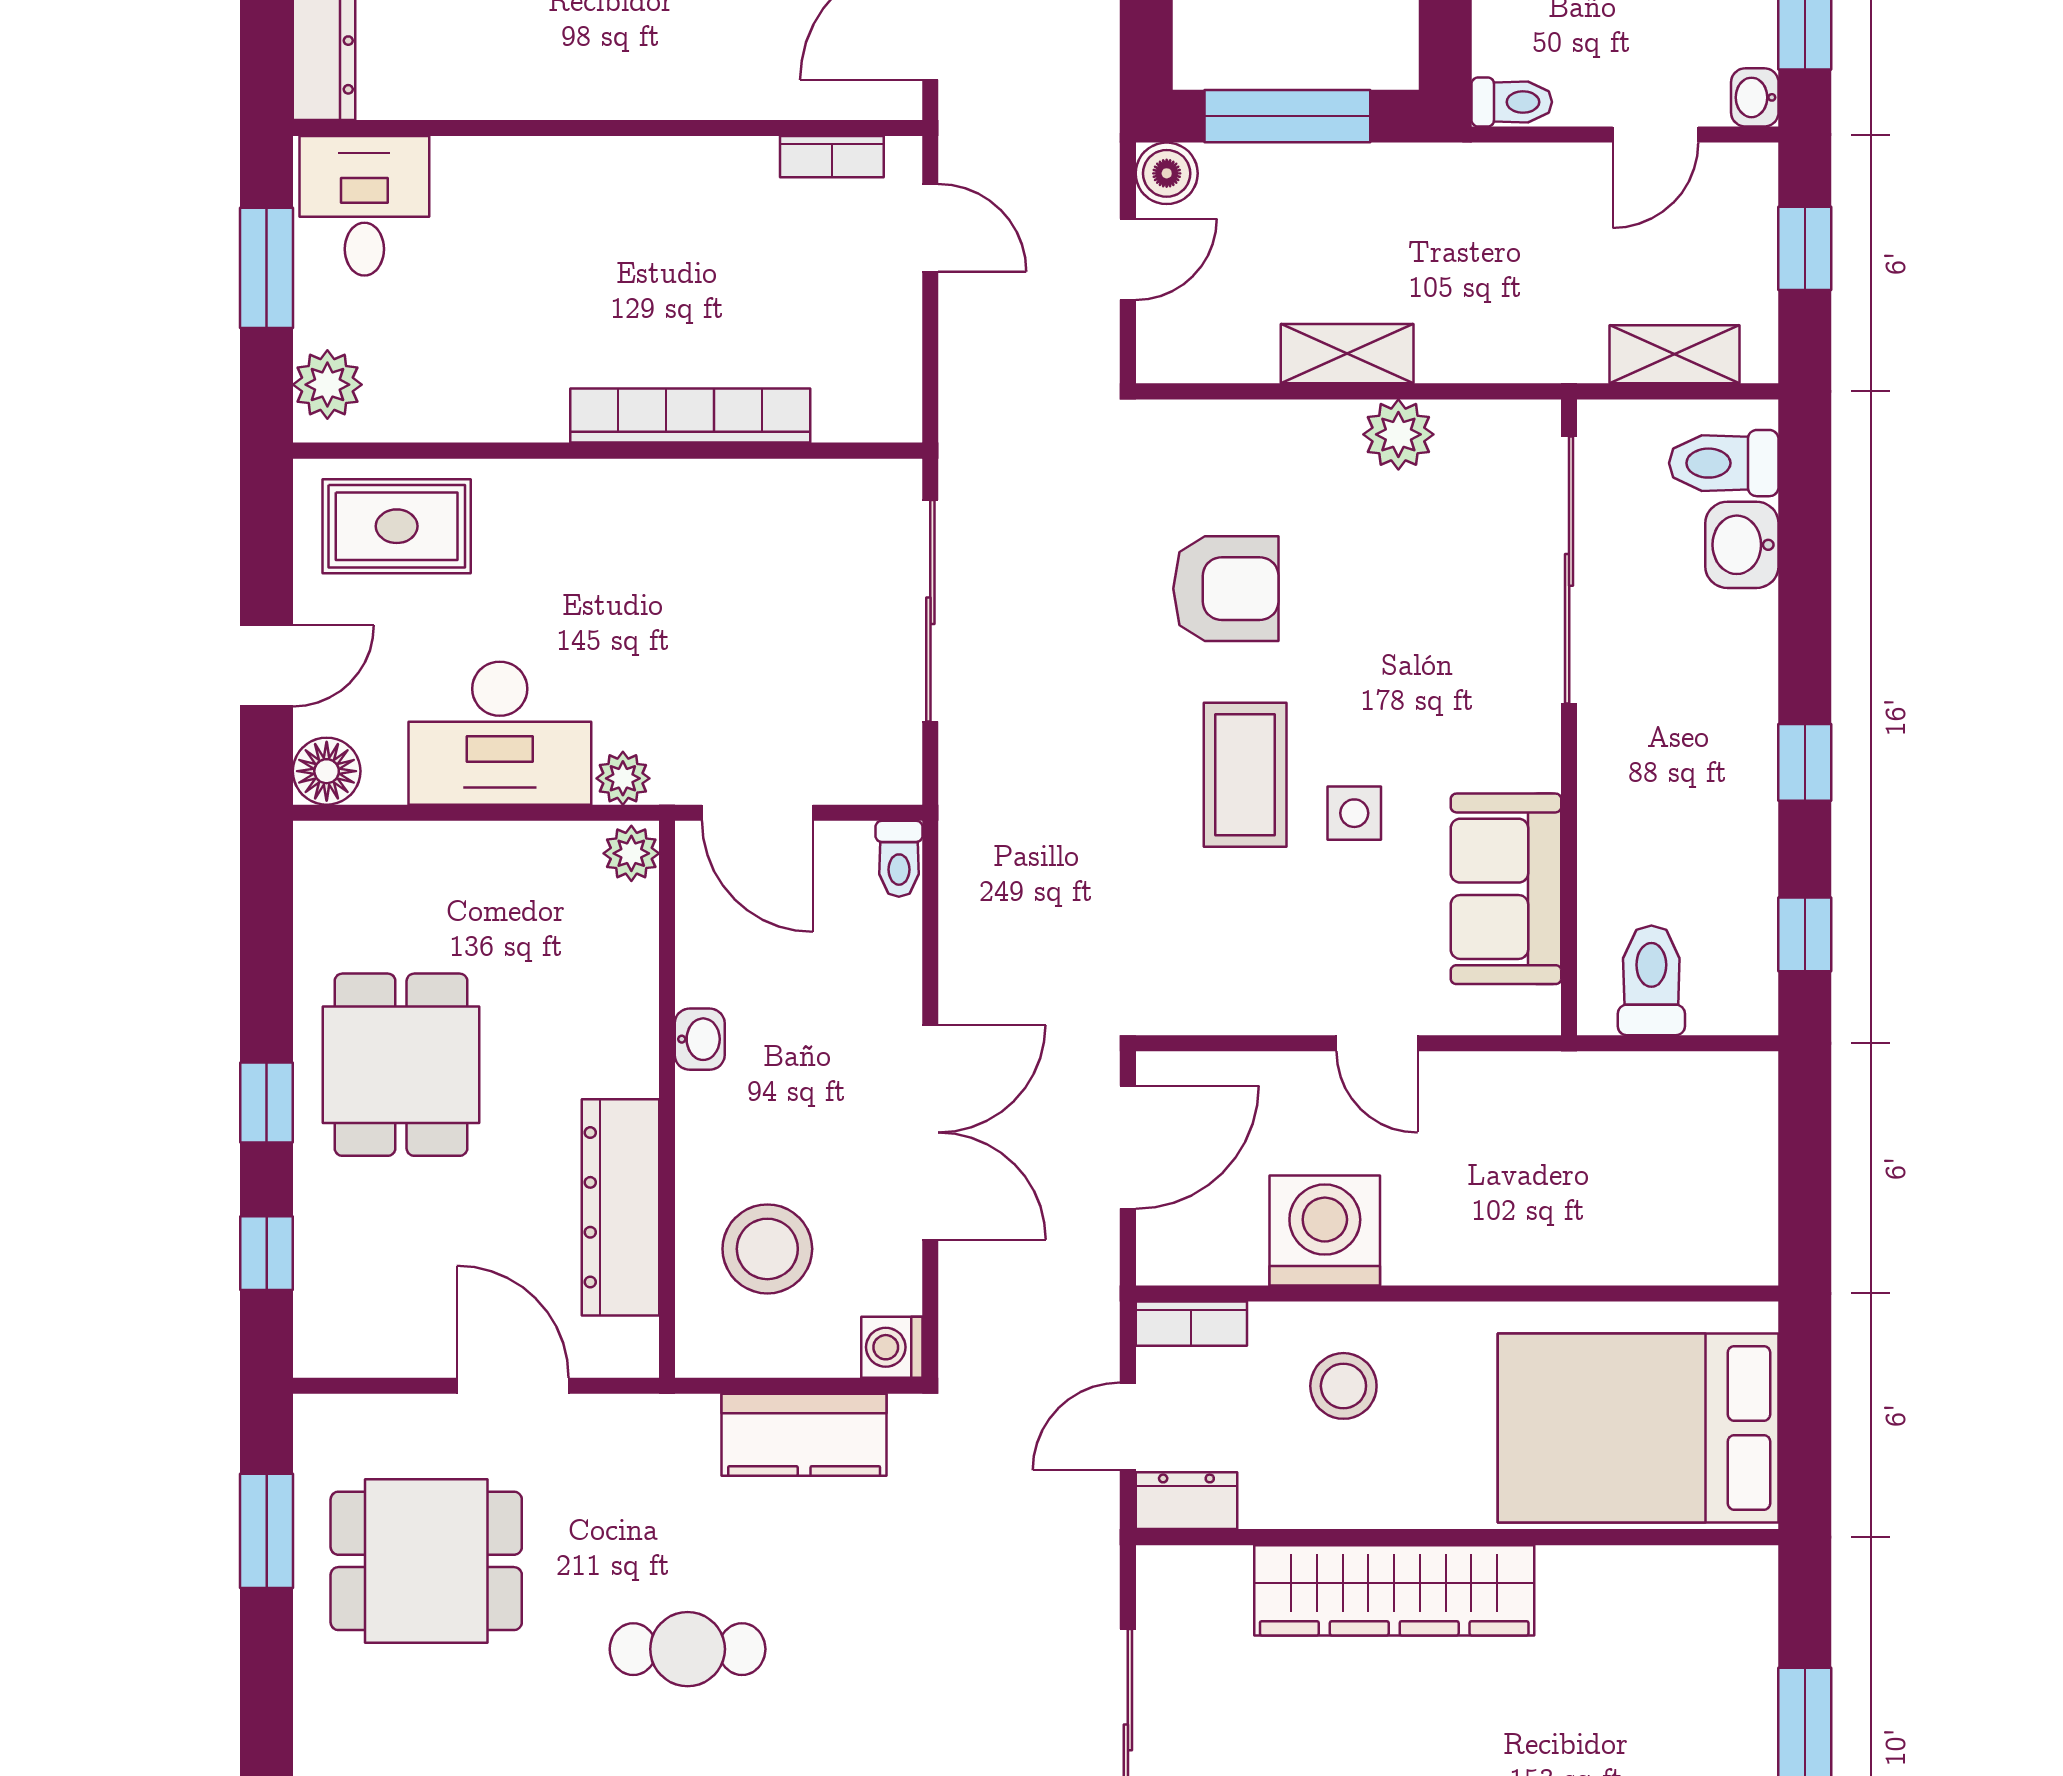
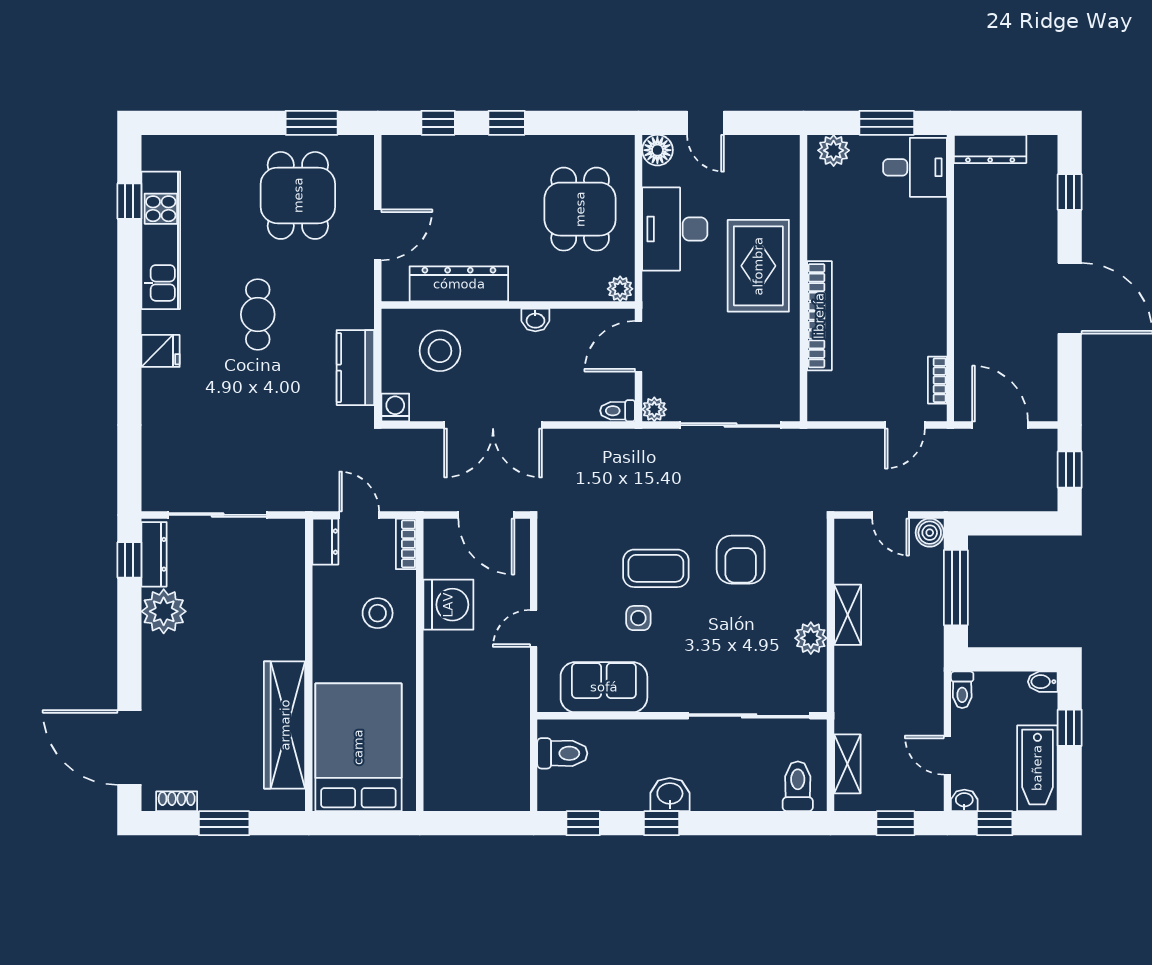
rug: (397, 526) -> (758, 266), moved, width x1.36, depth x1.43
washbasin: (1742, 545) -> (670, 795), moved
plant: (623, 778) -> (654, 409), moved
dining table: (401, 1065) -> (580, 209), moved, turned 90
wardrobe: (1394, 1590) -> (285, 725), moved

